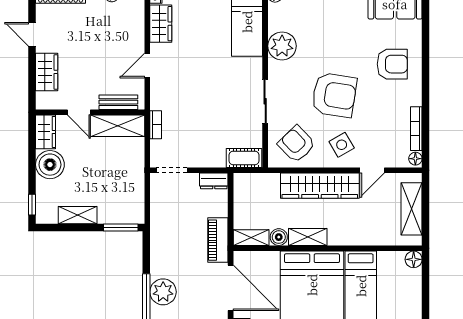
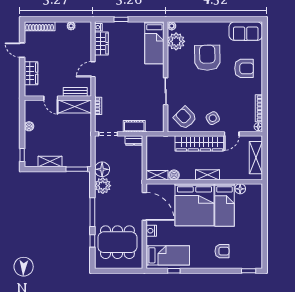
plant: (282, 46) -> (176, 41), moved
armchair: (334, 95) -> (207, 58), moved, turned -100
wardrobe: (46, 132) -> (30, 110), removed
cot: (244, 158) -> (134, 126), moved
boiler: (50, 165) -> (29, 126), width x0.54, depth x0.54
floor lamp: (162, 228) -> (102, 169), added
shelving: (308, 237) -> (208, 175), moved
piano: (218, 240) -> (137, 177), removed
floor lamp: (414, 259) -> (240, 189), moved
plant: (163, 292) -> (103, 186), moved

